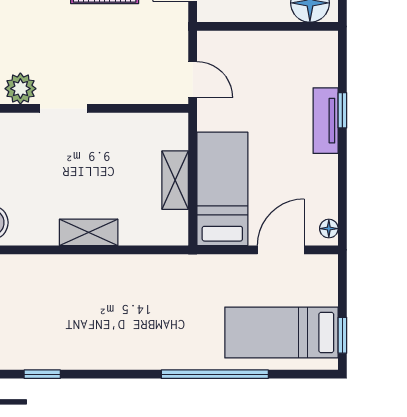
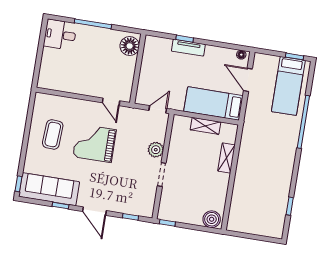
plant: (20, 89) -> (156, 150), moved
shelving: (89, 232) -> (226, 158), moved

